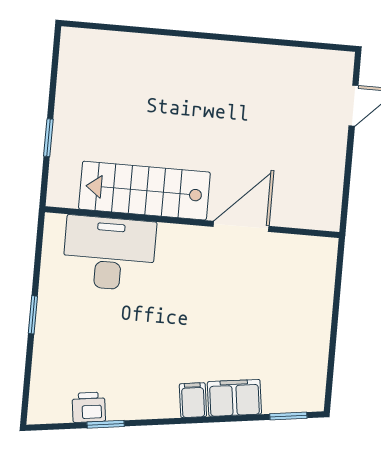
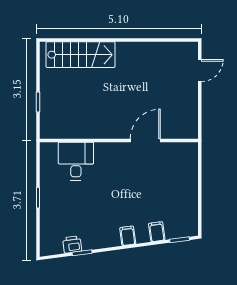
stairs: (144, 191) -> (81, 55), moved, turned 180
desk: (109, 253) -> (76, 161), width x0.73
filing cabinet: (234, 398) -> (157, 232), width x0.50

